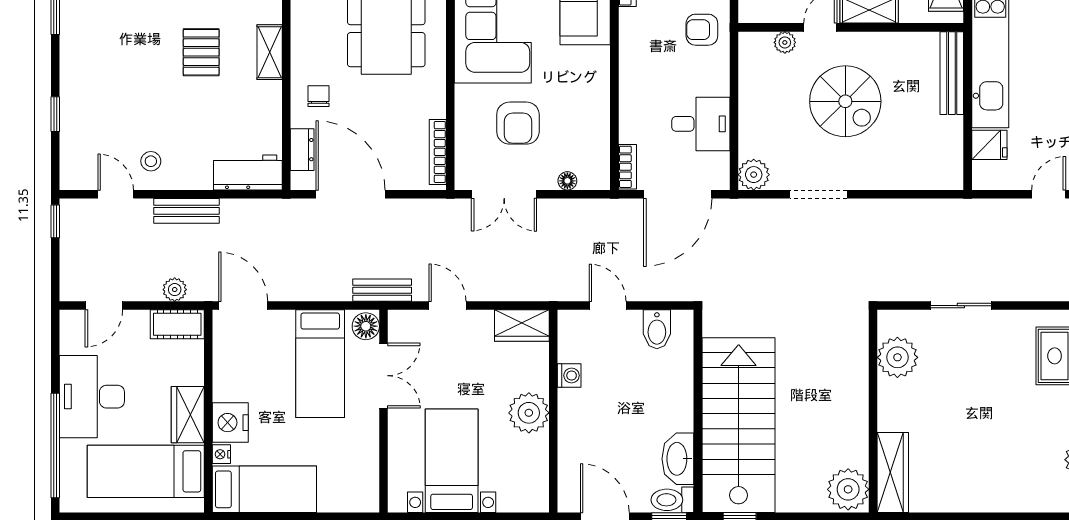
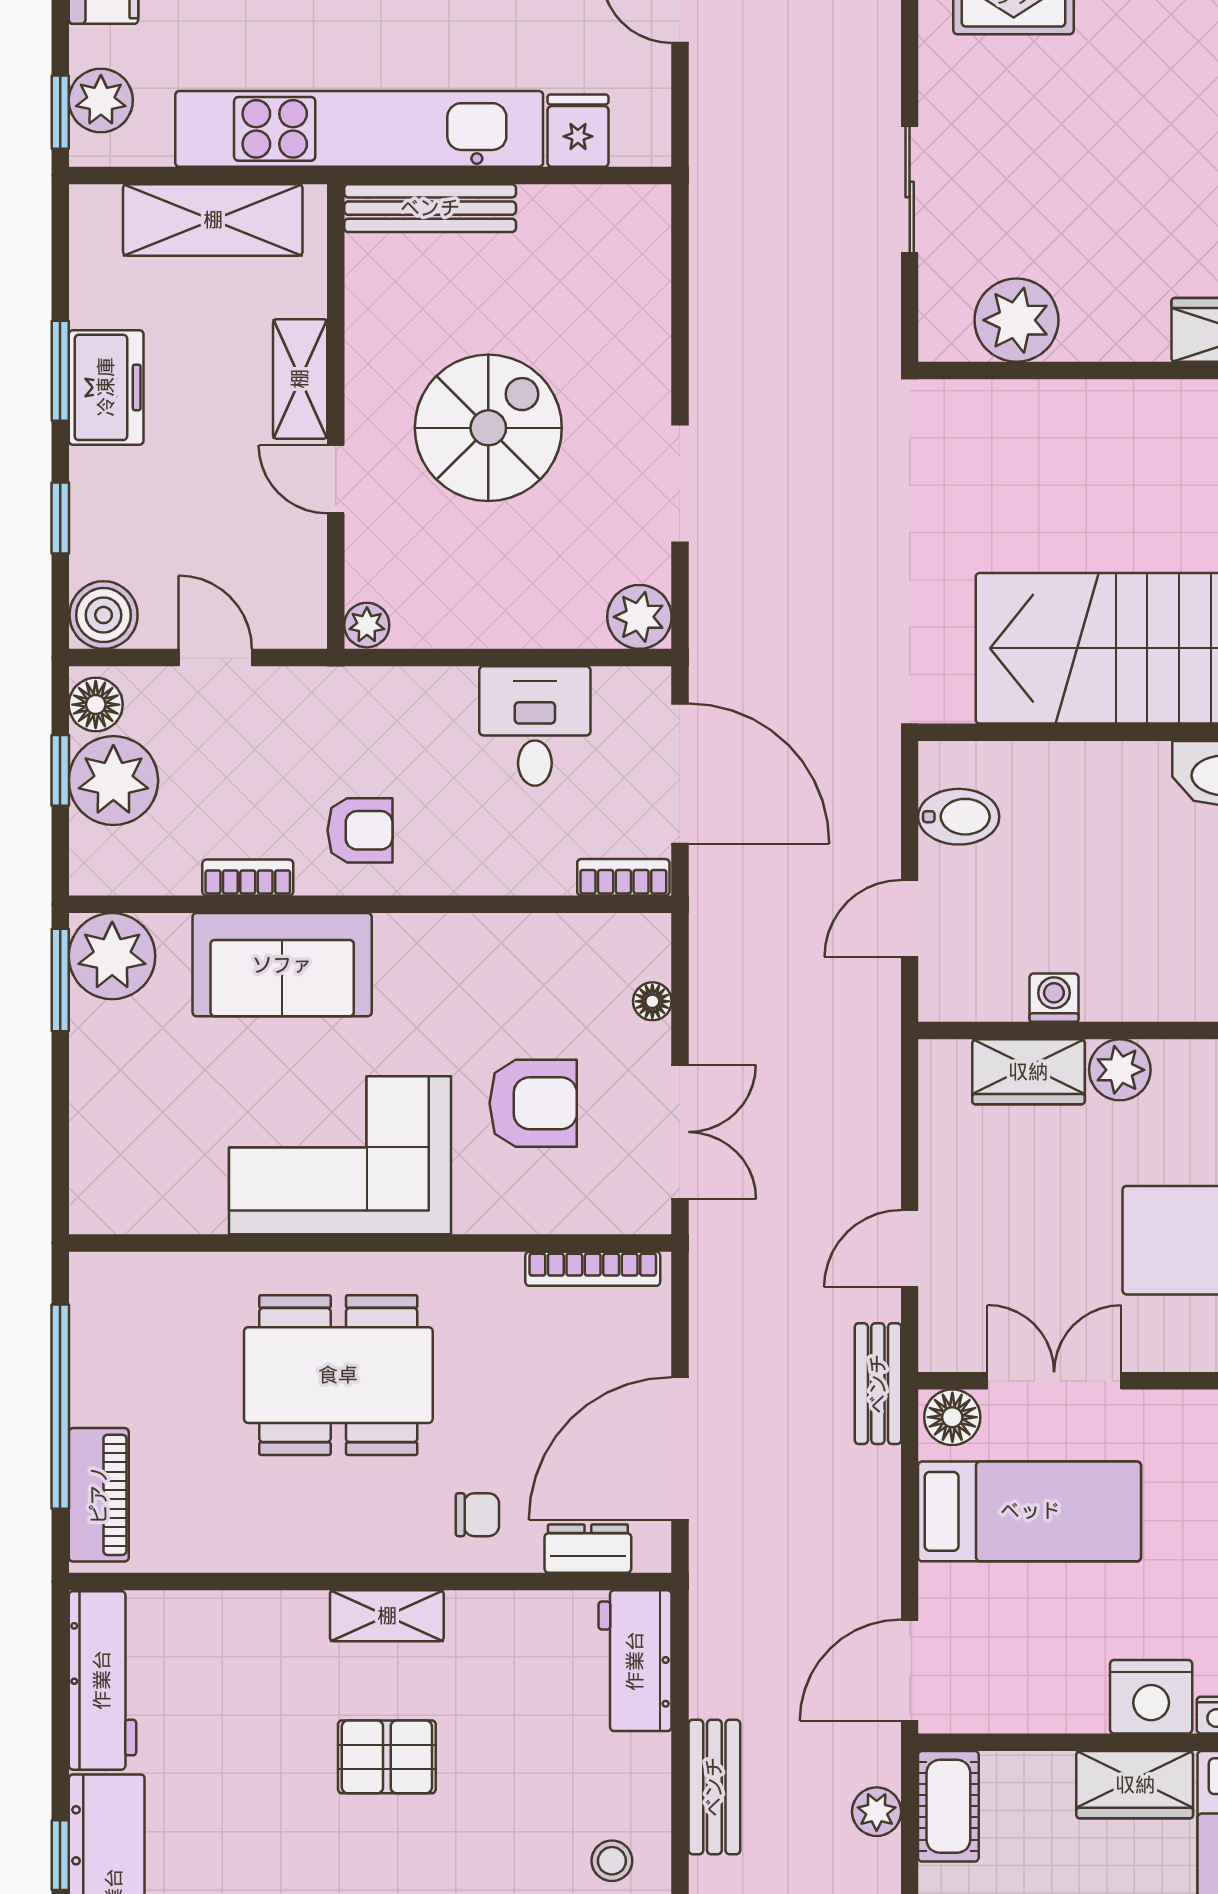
armchair: (702, 30) -> (360, 830), moved, turned -90
plant: (785, 42) -> (367, 625), moved
chair: (319, 96) -> (477, 1515), turned 180
wardrobe: (522, 325) -> (1028, 1072), moved, turned 90
plant: (529, 413) -> (1120, 1070), width x0.73, depth x0.73

